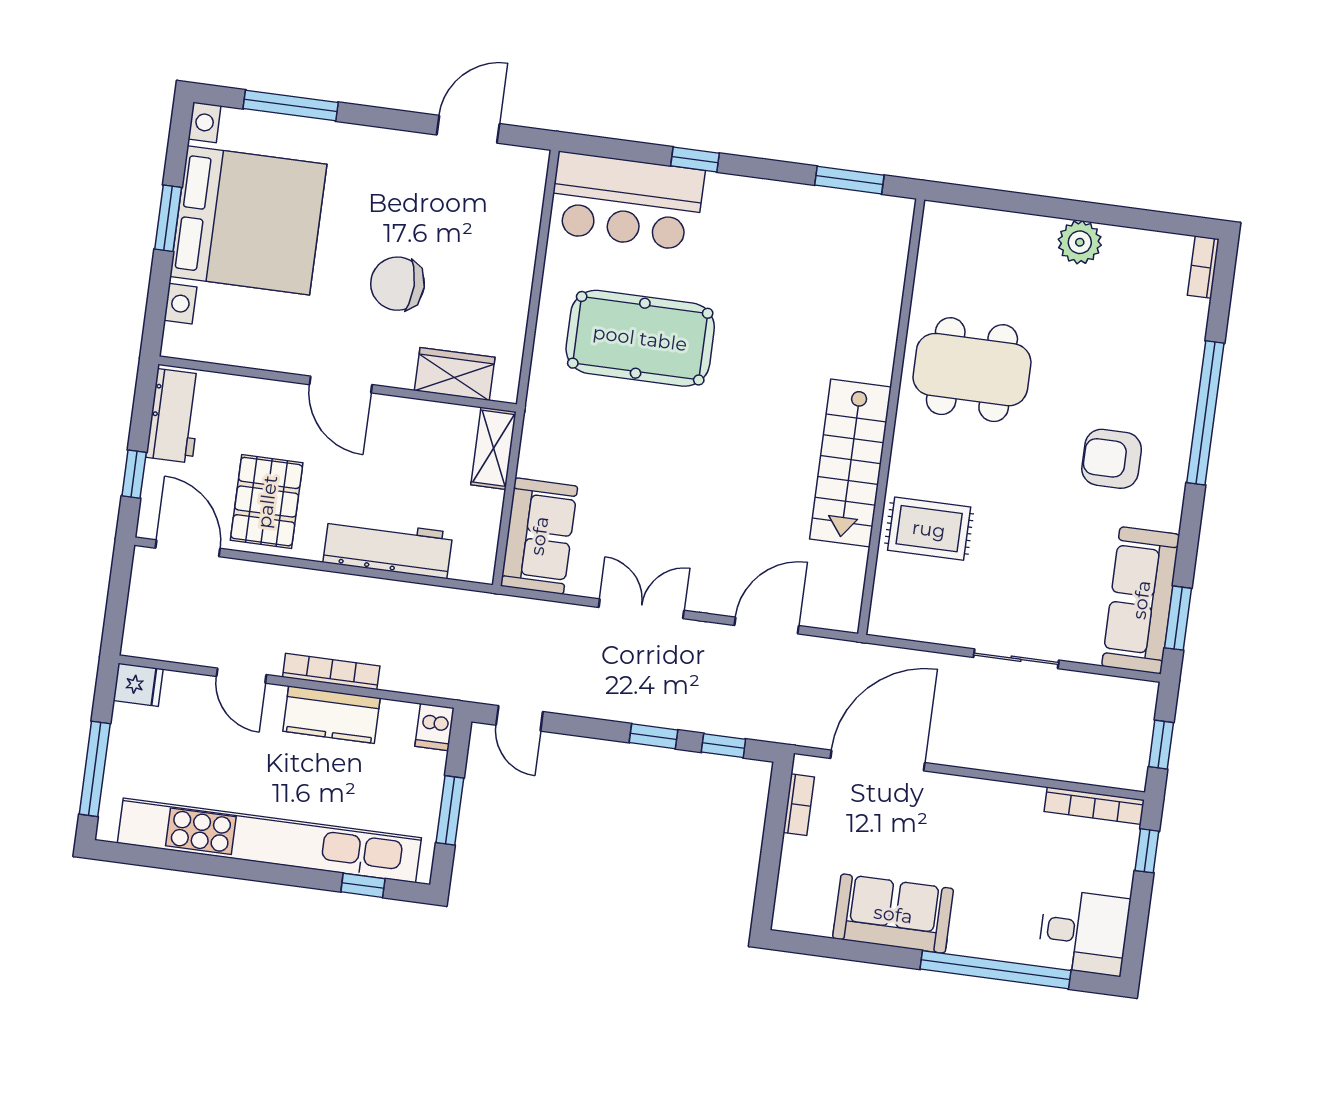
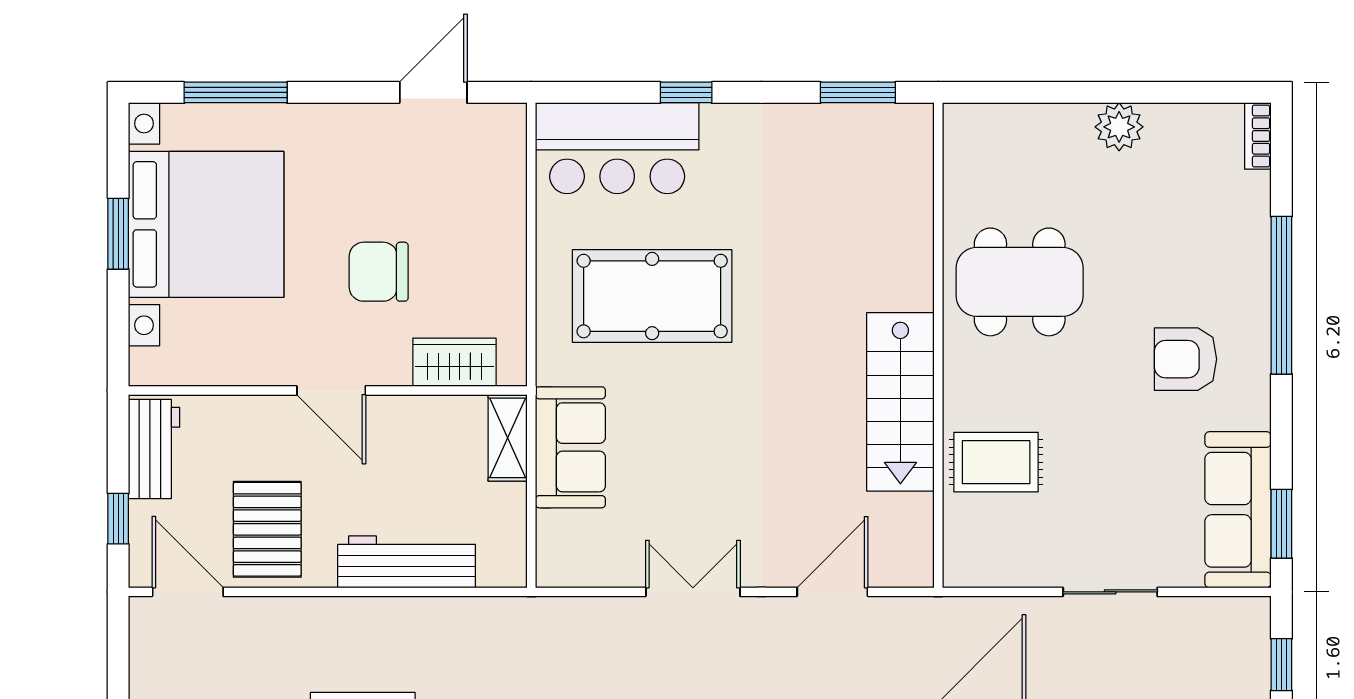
sofa: (539, 536) -> (570, 447), moved

